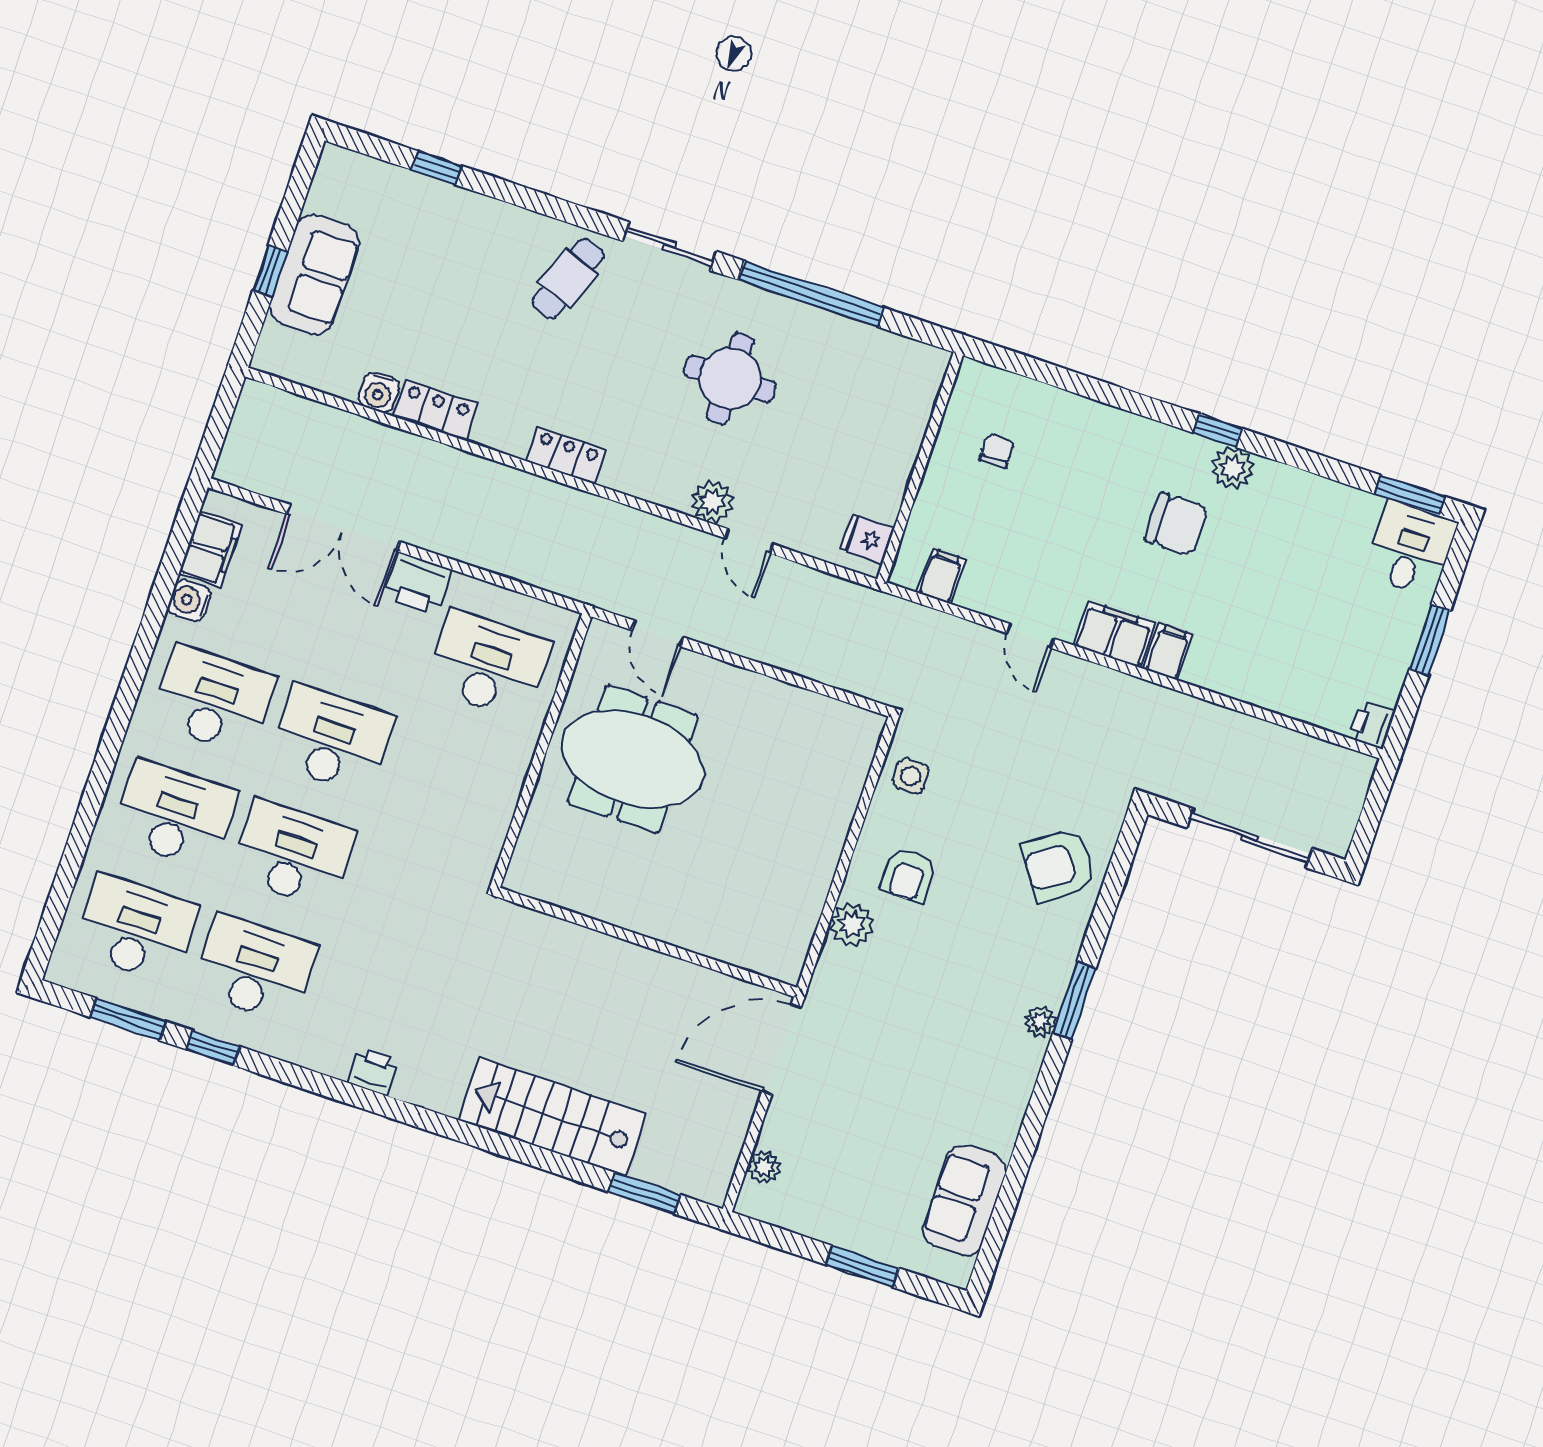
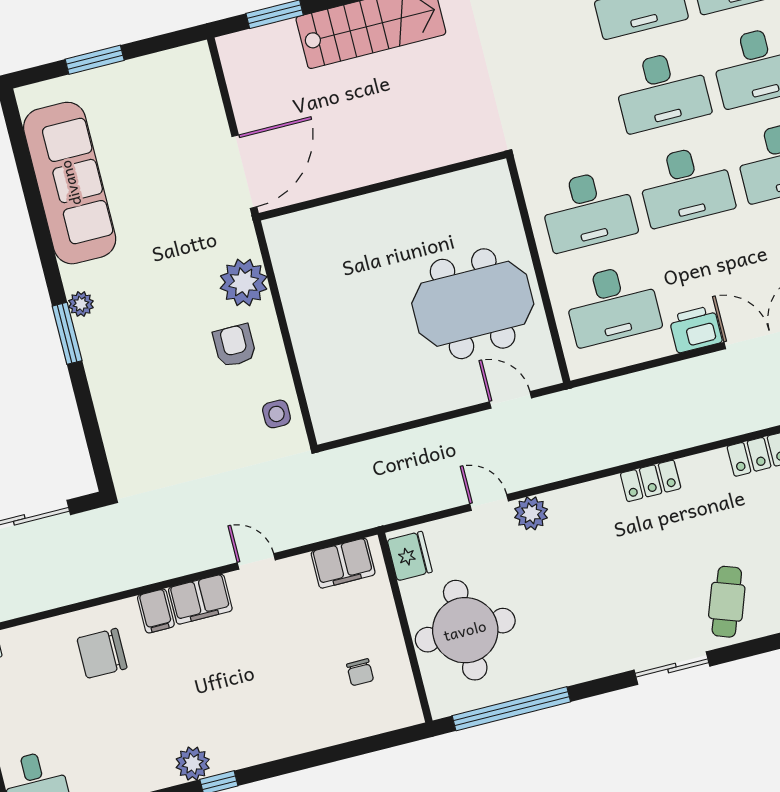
window: (811, 294) -> (511, 709), moved
round table: (730, 379) -> (465, 630), moved, width x1.36, depth x1.36
chair: (1176, 524) -> (102, 653), moved
fridge: (867, 539) -> (410, 556), width x1.38
filing cabinet: (941, 576) -> (343, 563), width x2.00
desk: (450, 779) -> (588, 210), added
armchair: (1058, 865) -> (137, 418), removed
plant: (852, 925) -> (244, 283), width x1.36, depth x1.36
plant: (764, 1167) -> (205, 84), removed
sofa: (964, 1200) -> (70, 183), width x1.85, depth x1.27

